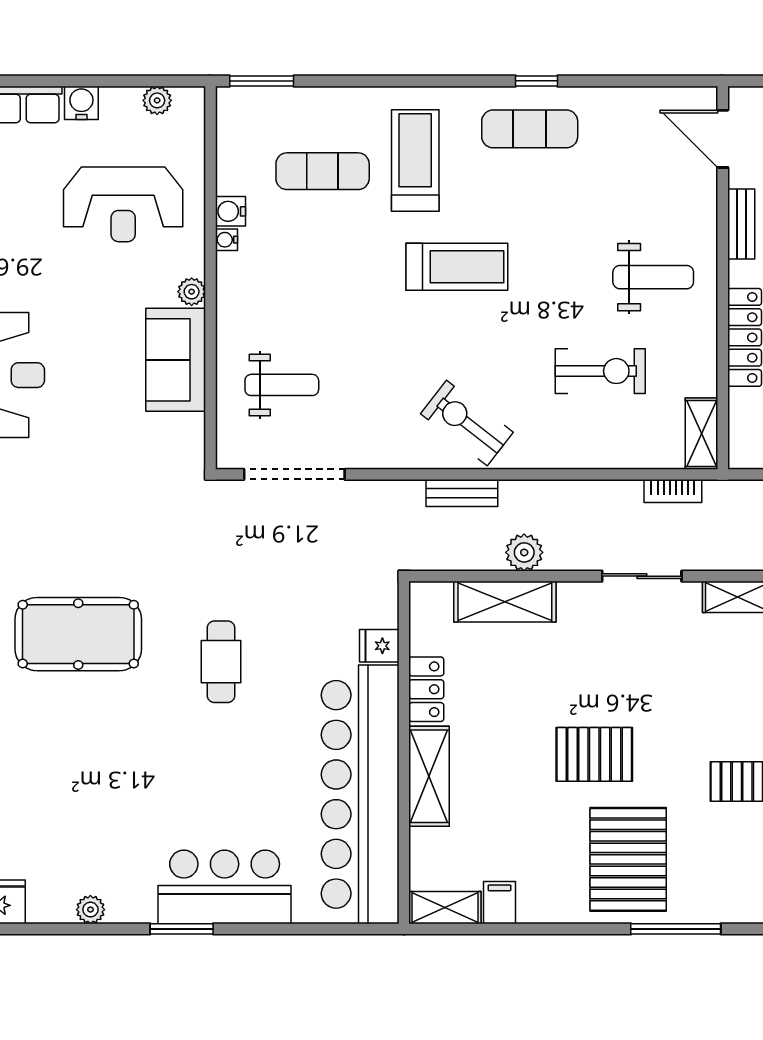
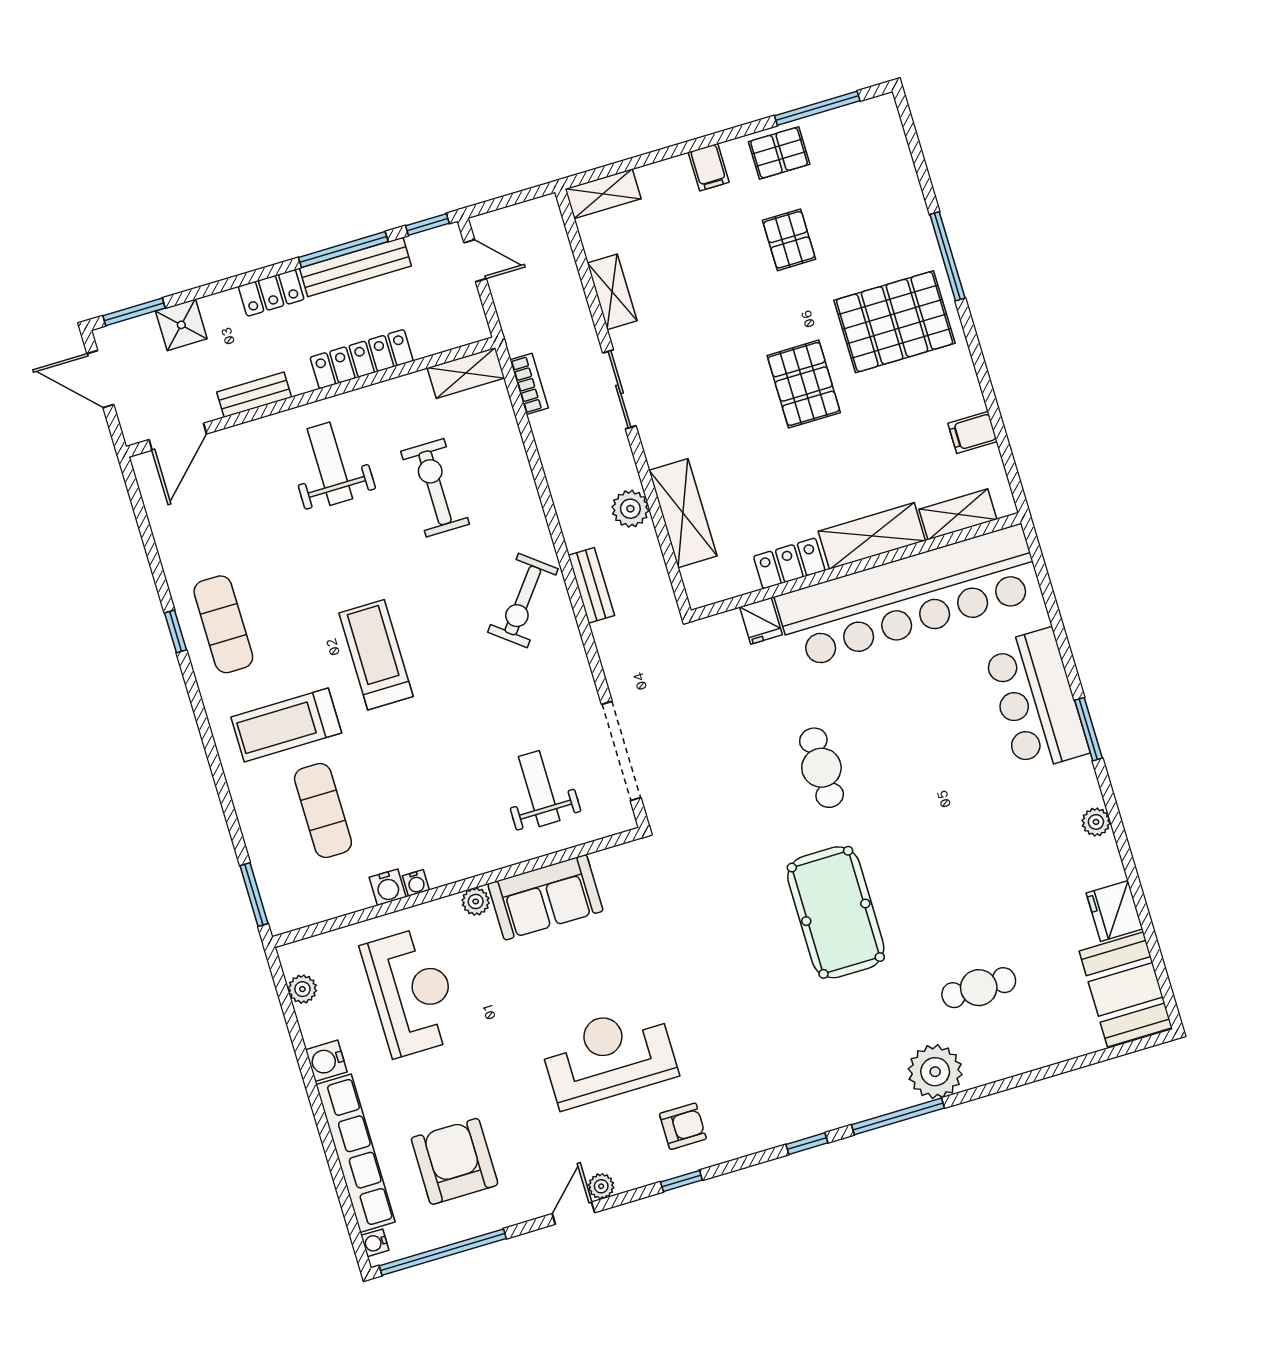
cafe table: (221, 662) -> (821, 768), turned 90
shelving: (445, 908) -> (958, 514), moved, turned 90

